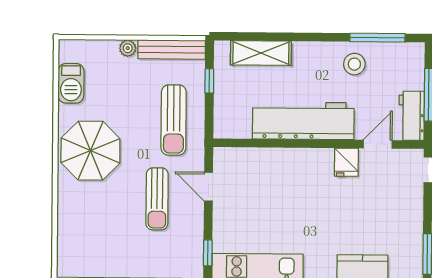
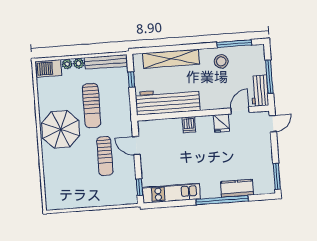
plant: (109, 48) -> (67, 64), added
shelving: (261, 53) -> (171, 59), width x1.47
barbecue: (71, 83) -> (49, 68), moved, turned 90
sun lounger: (174, 120) -> (92, 106), moved
workbench: (303, 121) -> (168, 101), moved
dishwasher: (295, 160) -> (189, 125), added

